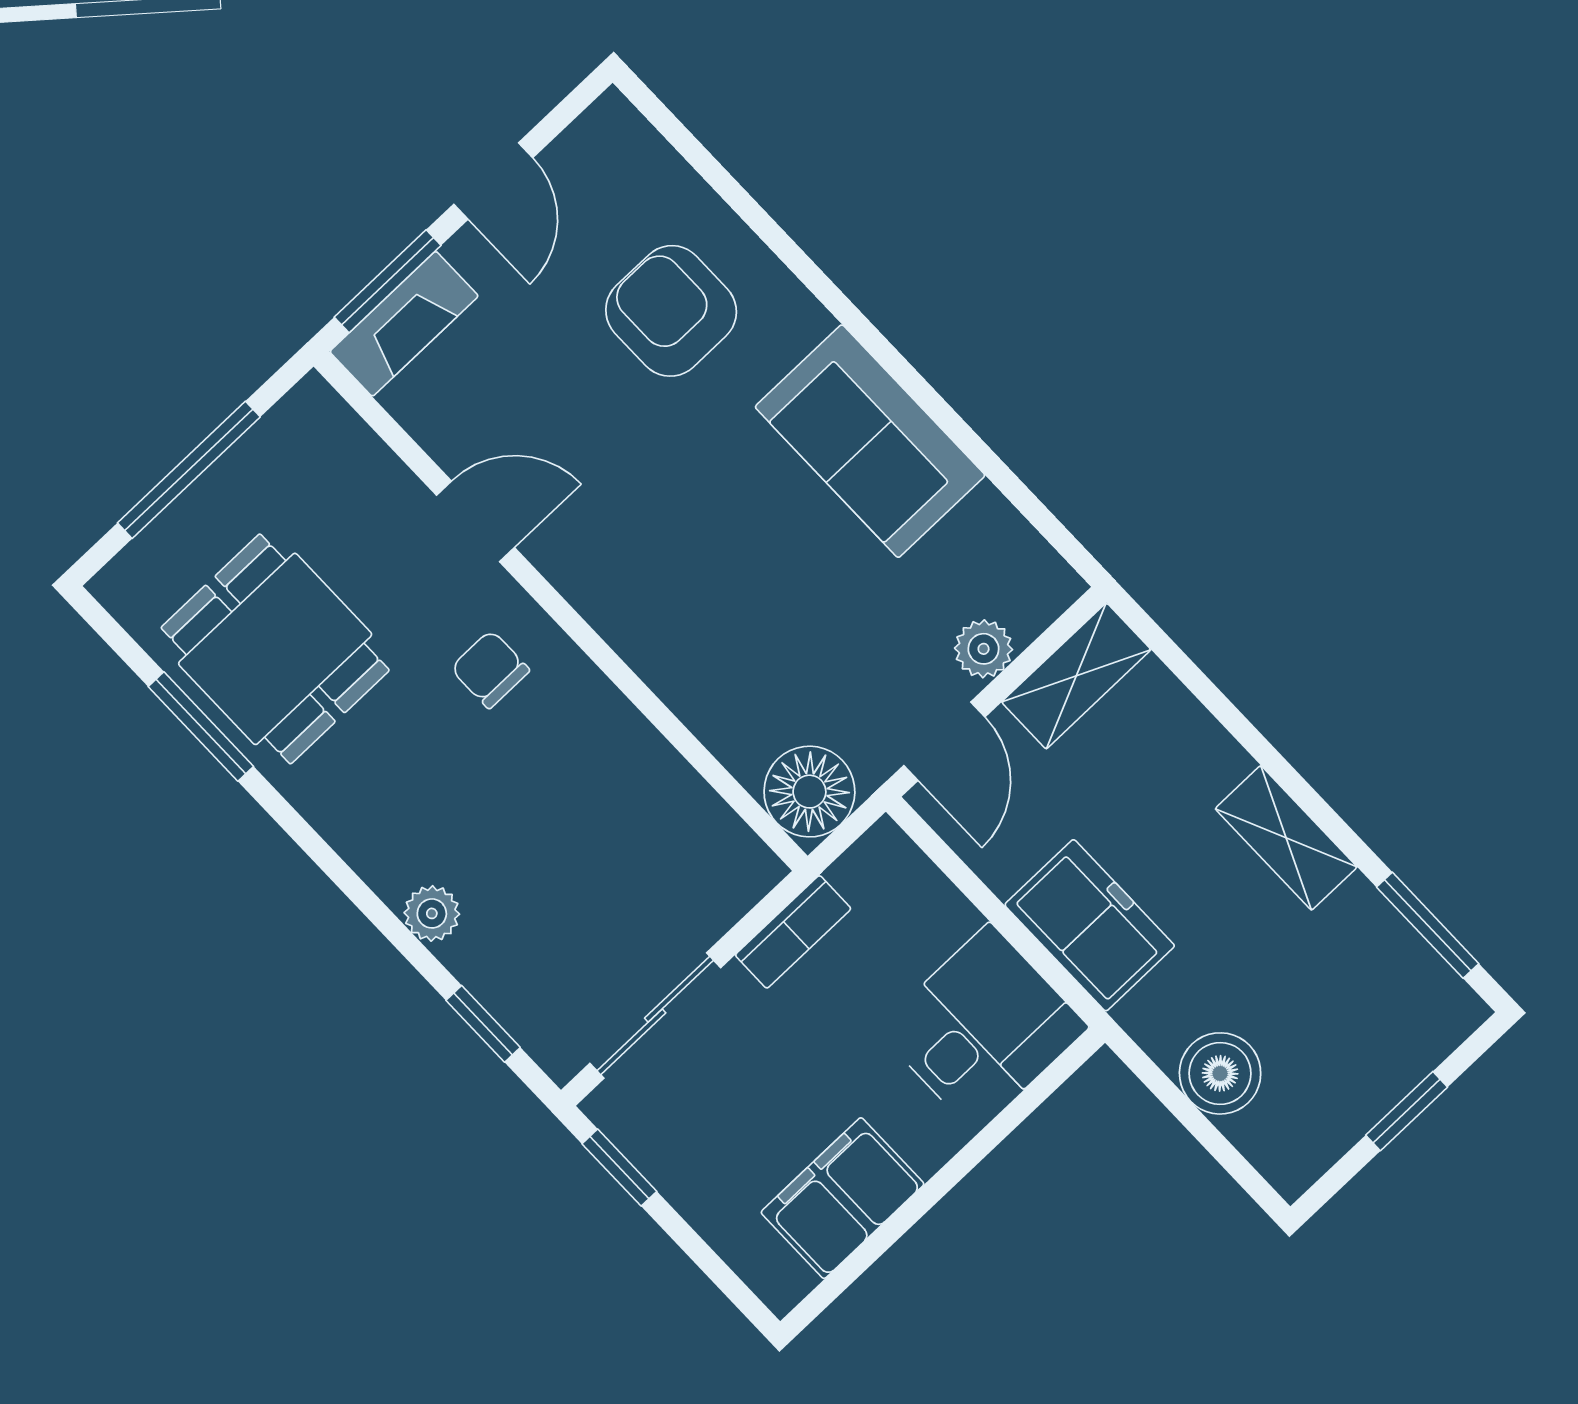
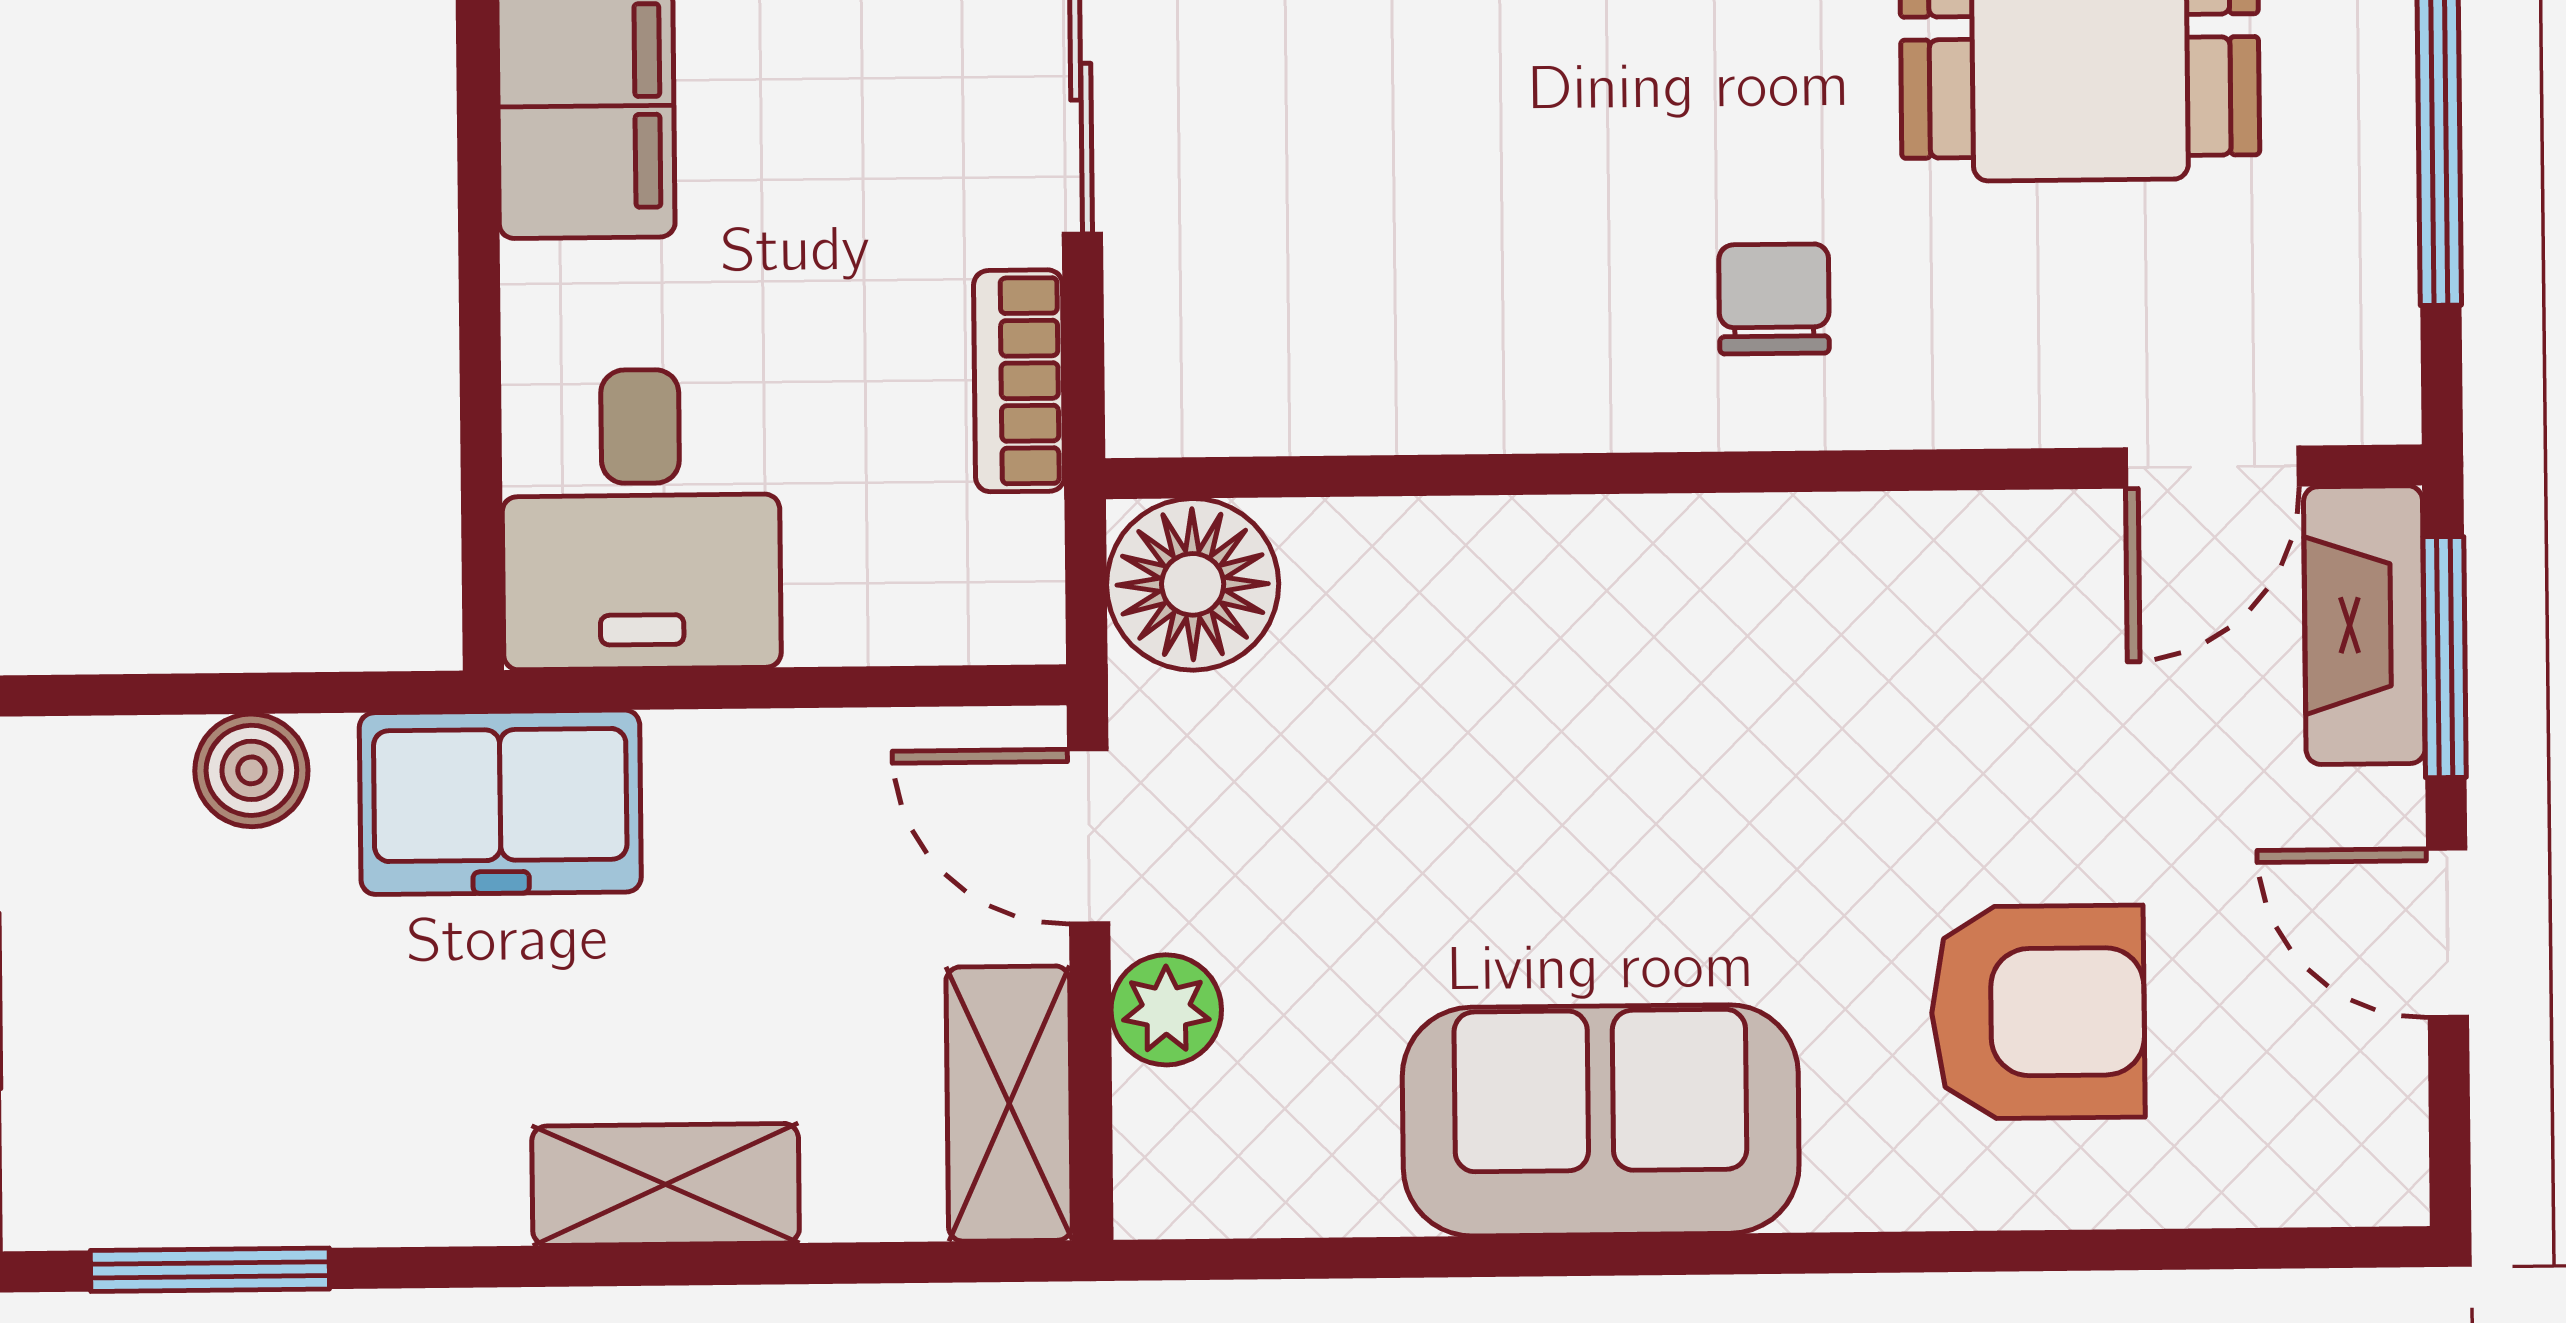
door: (475, 521) -> (2212, 467), moved
chair: (490, 669) -> (1774, 299), turned -90
shelving: (1286, 838) -> (666, 1185), moved
freezer: (1090, 925) -> (500, 802), moved
boiler: (1220, 1073) -> (251, 770), width x0.73, depth x0.73

